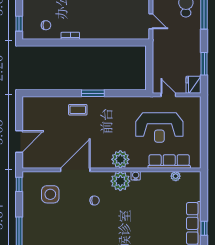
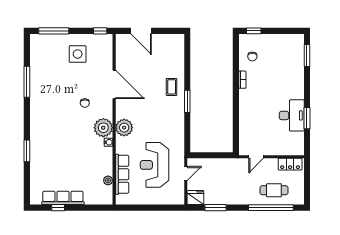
side table: (50, 194) -> (78, 54), moved

